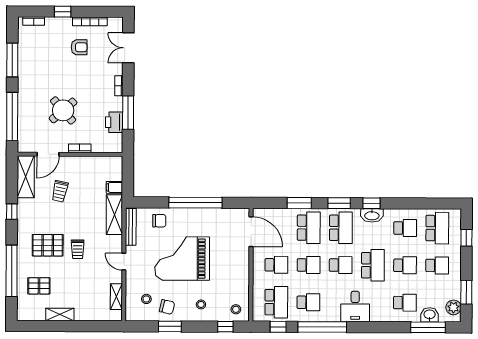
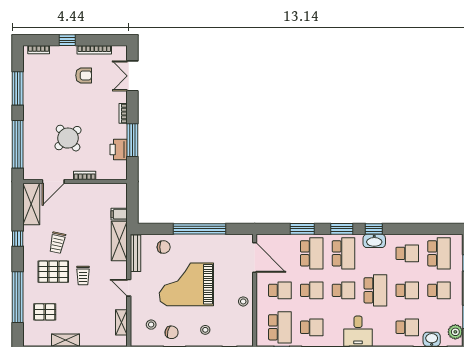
trolley: (60, 191) -> (57, 243), moved
stool: (236, 309) -> (243, 301), moved

